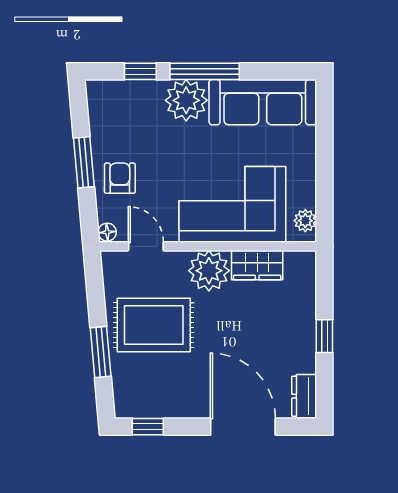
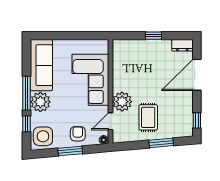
side table: (114, 106) -> (43, 136), added
armchair: (120, 178) -> (78, 134), turned 90
plant: (305, 221) -> (98, 45), removed
wardrobe: (257, 265) -> (119, 68), removed
plant: (209, 271) -> (122, 102), moved
rug: (154, 325) -> (148, 117), width x0.73, depth x0.70

